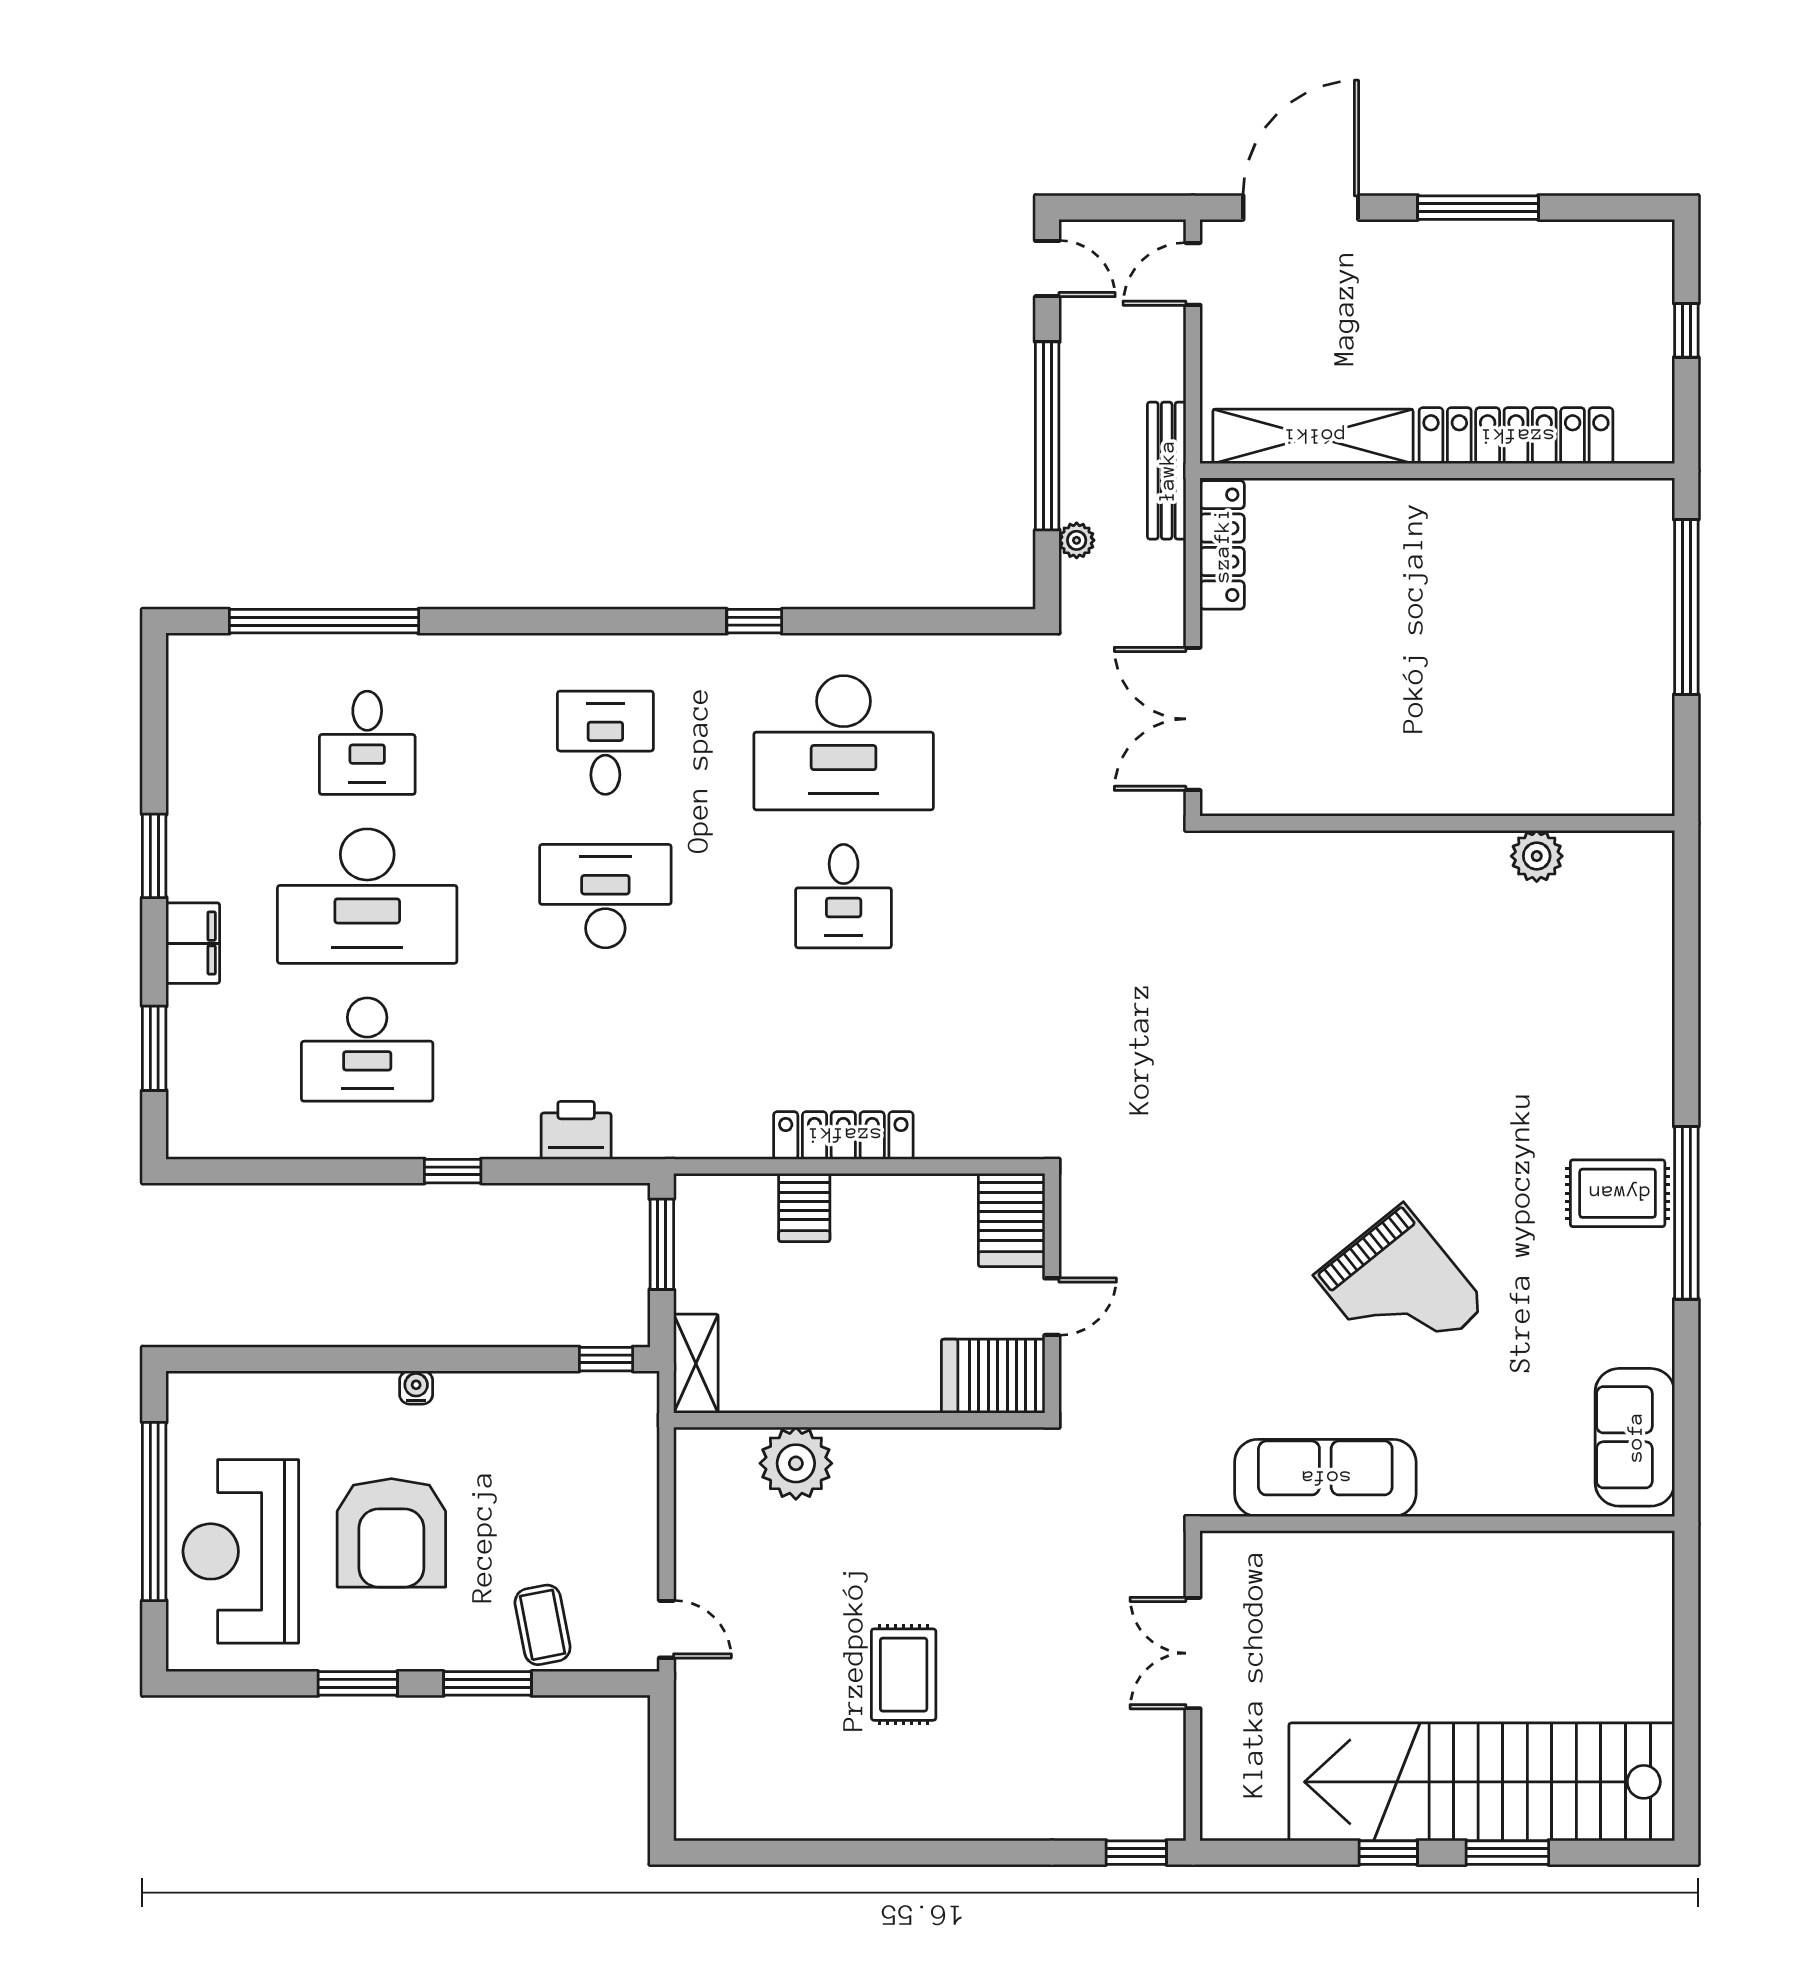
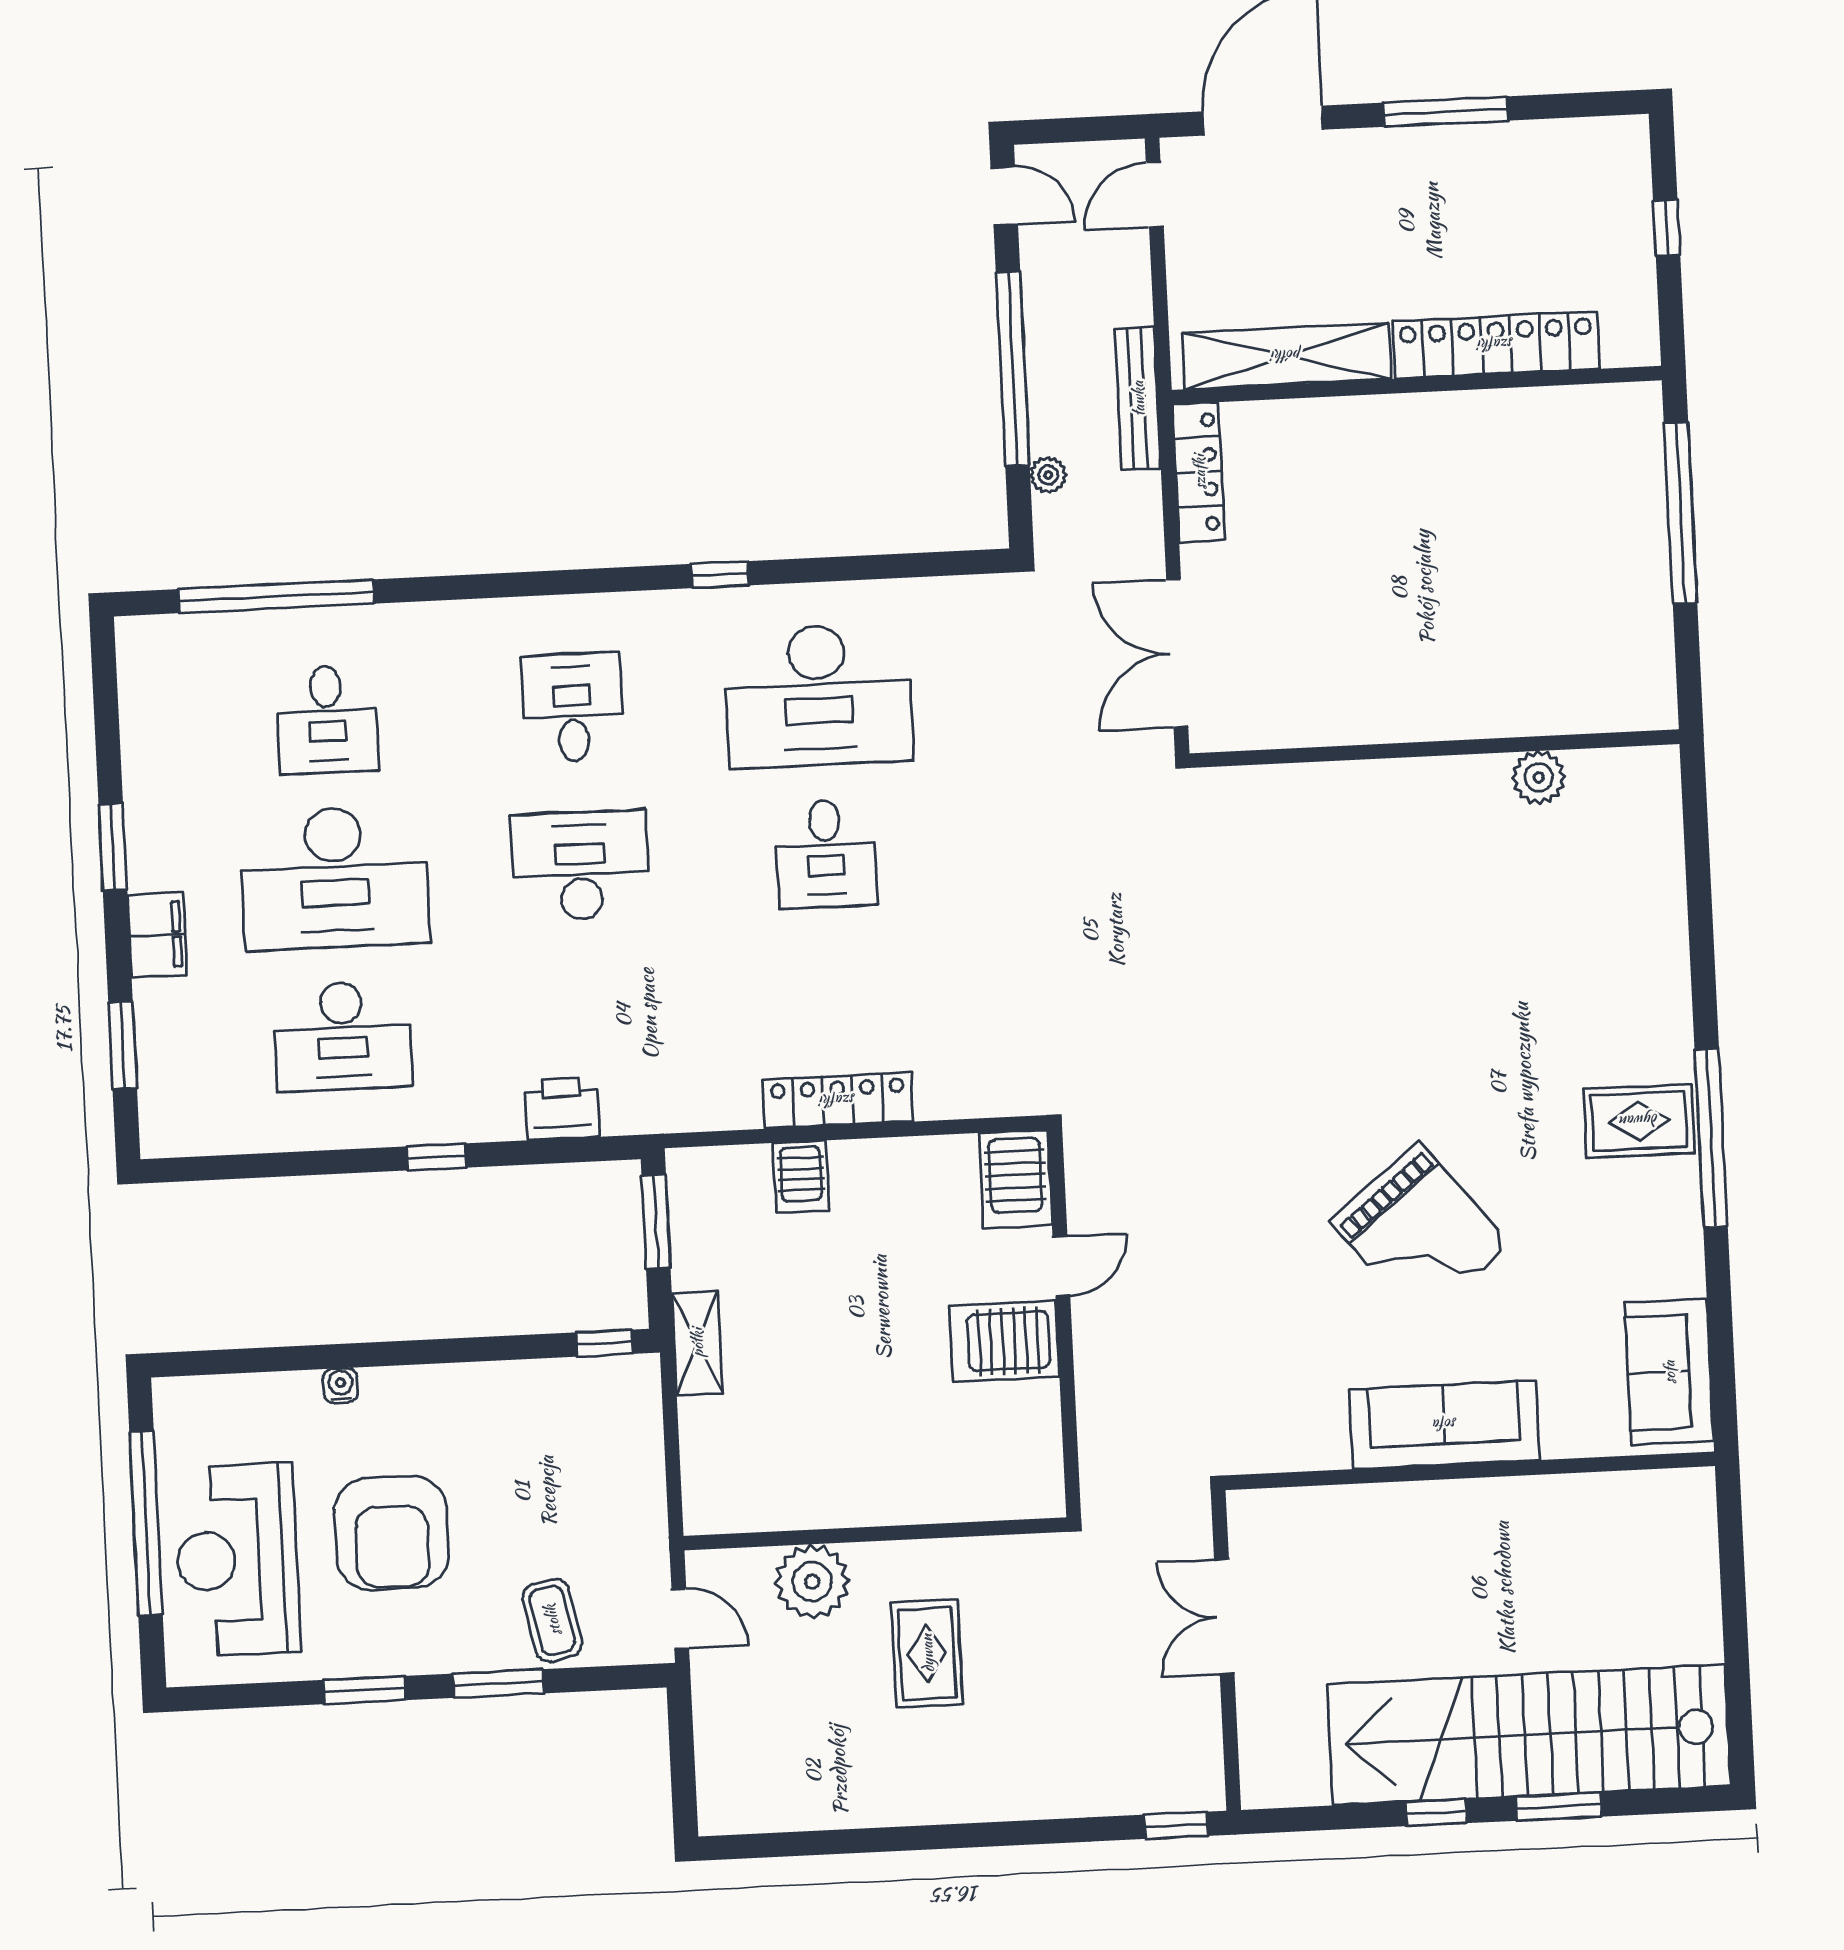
water cooler: (416, 1387) -> (341, 1385), moved
wall: (859, 1420) -> (875, 1534), moved
plant: (796, 1463) -> (812, 1582), moved
sofa: (1325, 1478) -> (1445, 1425), moved

